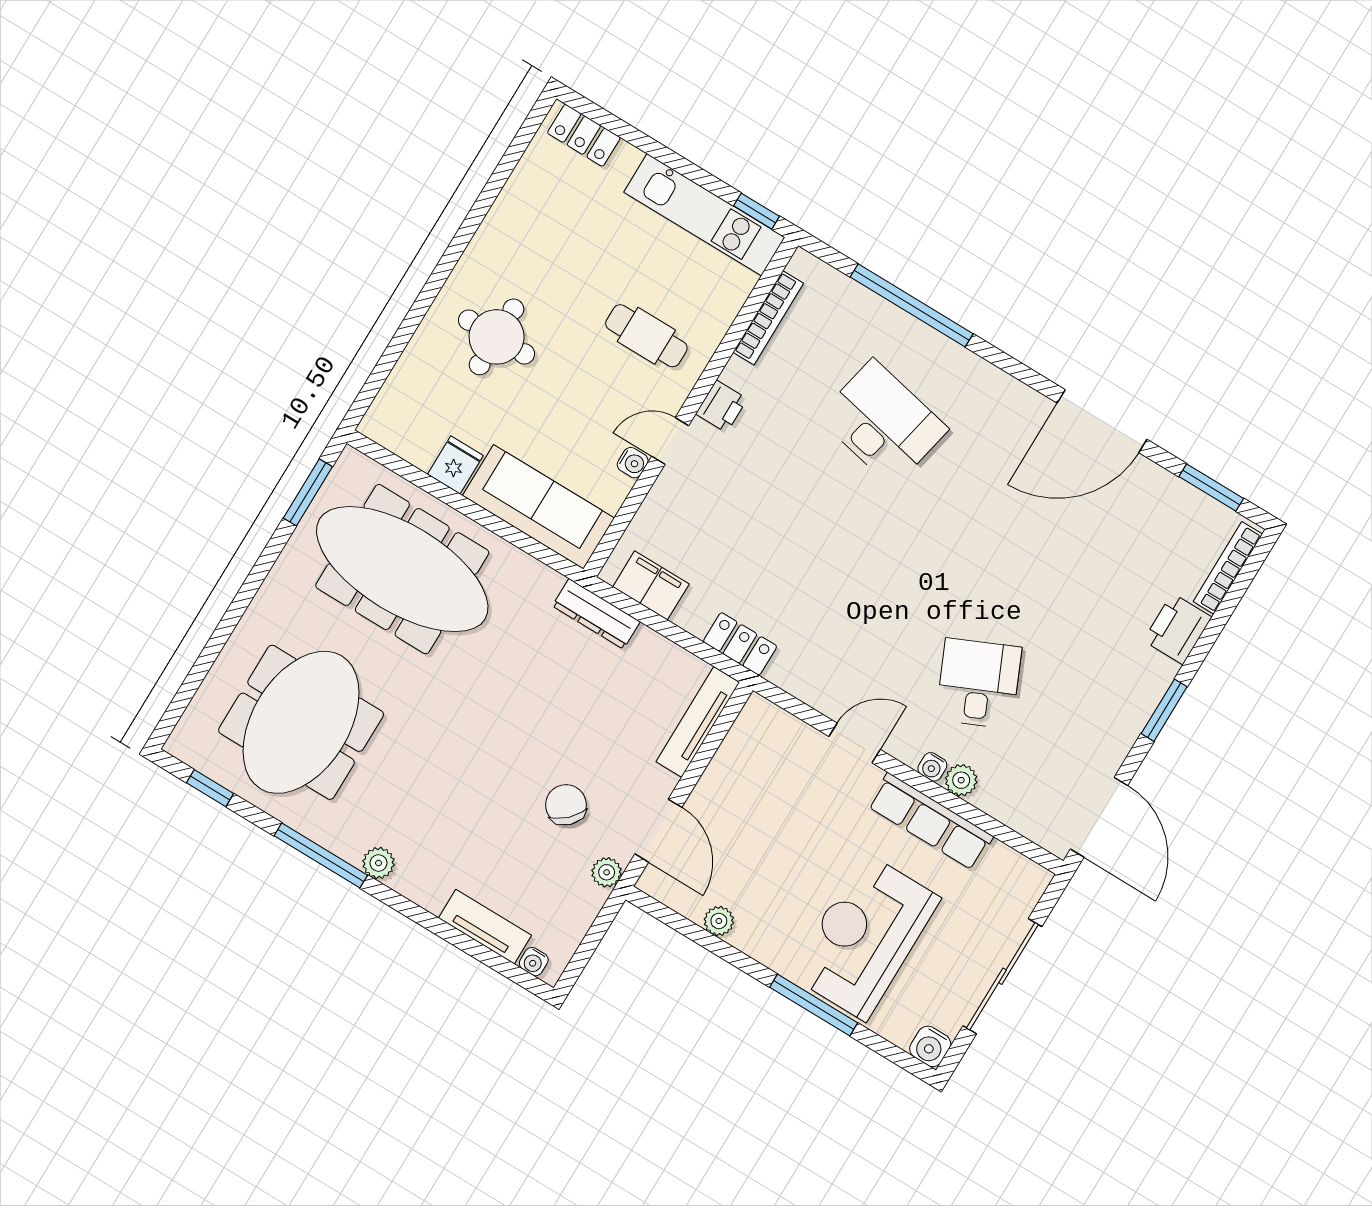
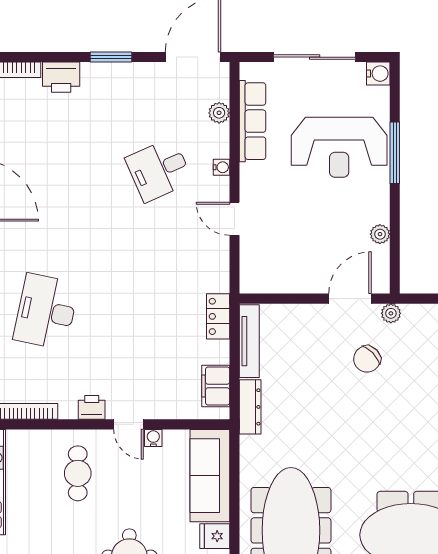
tv unit: (698, 722) -> (249, 341), moved, turned -90
plant: (961, 780) -> (219, 113), moved
row of seats: (930, 821) -> (253, 121), moved

